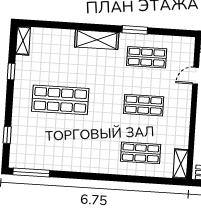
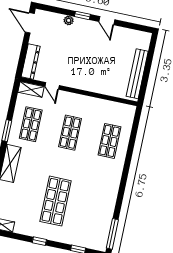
window: (11, 72) -> (39, 241), moved
shelving: (181, 164) -> (31, 89), moved

